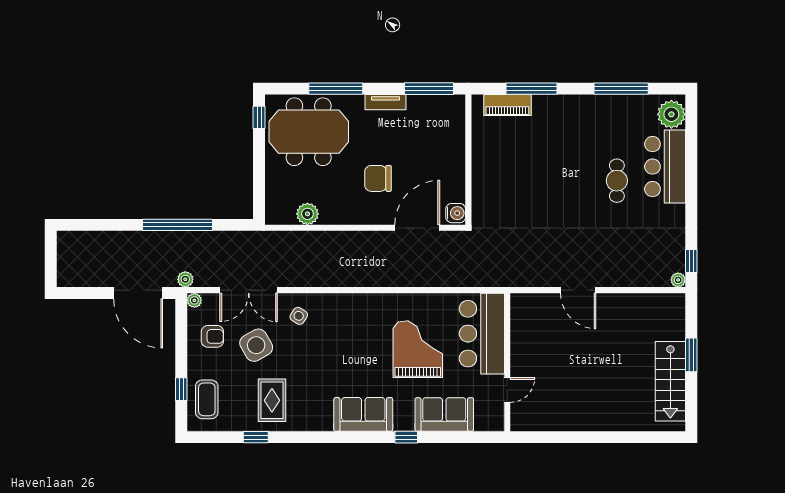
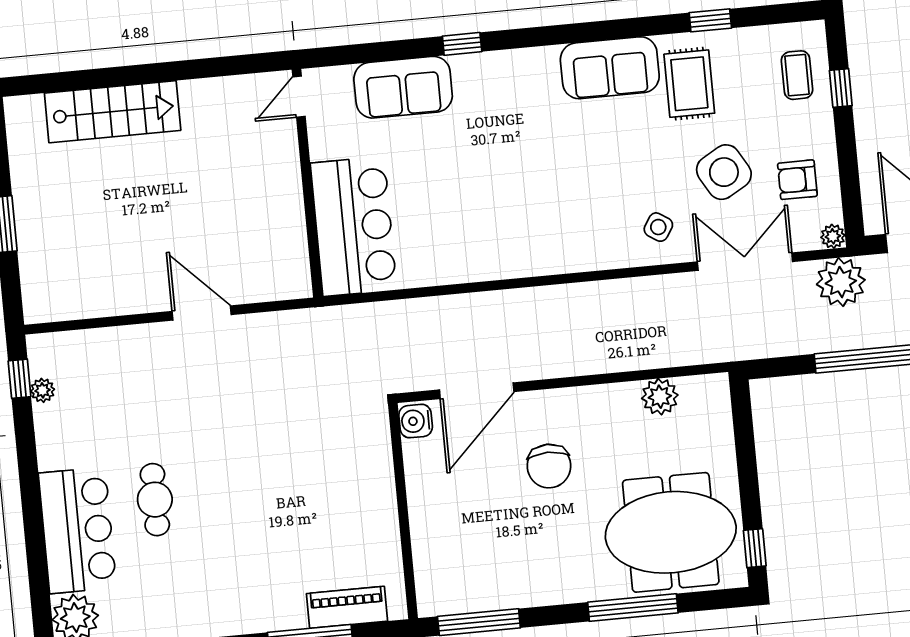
tv unit: (385, 102) -> (549, 593), removed
chair: (378, 178) -> (549, 466), turned 90
plant: (185, 279) -> (841, 282), width x1.88, depth x1.88
plant: (678, 280) -> (43, 390), moved
grand piano: (418, 349) -> (457, 191), removed
stairs: (670, 381) -> (113, 112), moved, turned 90
door: (507, 390) -> (299, 97), moved
coffee table: (207, 399) -> (797, 75), width x0.73, depth x0.77
sofa: (363, 414) -> (610, 68), moved

